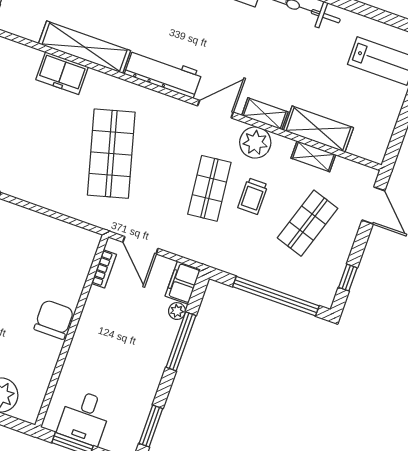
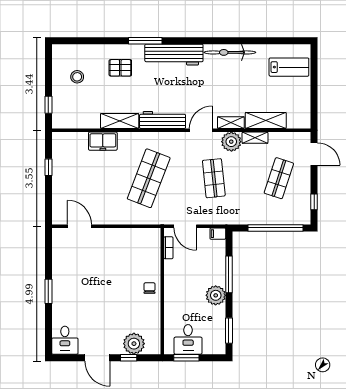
shelving: (85, 47) -> (120, 121), width x0.68
shop shelf: (111, 154) -> (149, 178), turned 36
shelving: (313, 156) -> (255, 138), moved
trolley: (253, 196) -> (241, 174), removed
filing cabinet: (183, 283) -> (218, 234), width x0.50
plant: (177, 311) -> (216, 295), moved, width x1.88, depth x1.88
chair: (54, 320) -> (149, 288), width x0.54, depth x0.54

